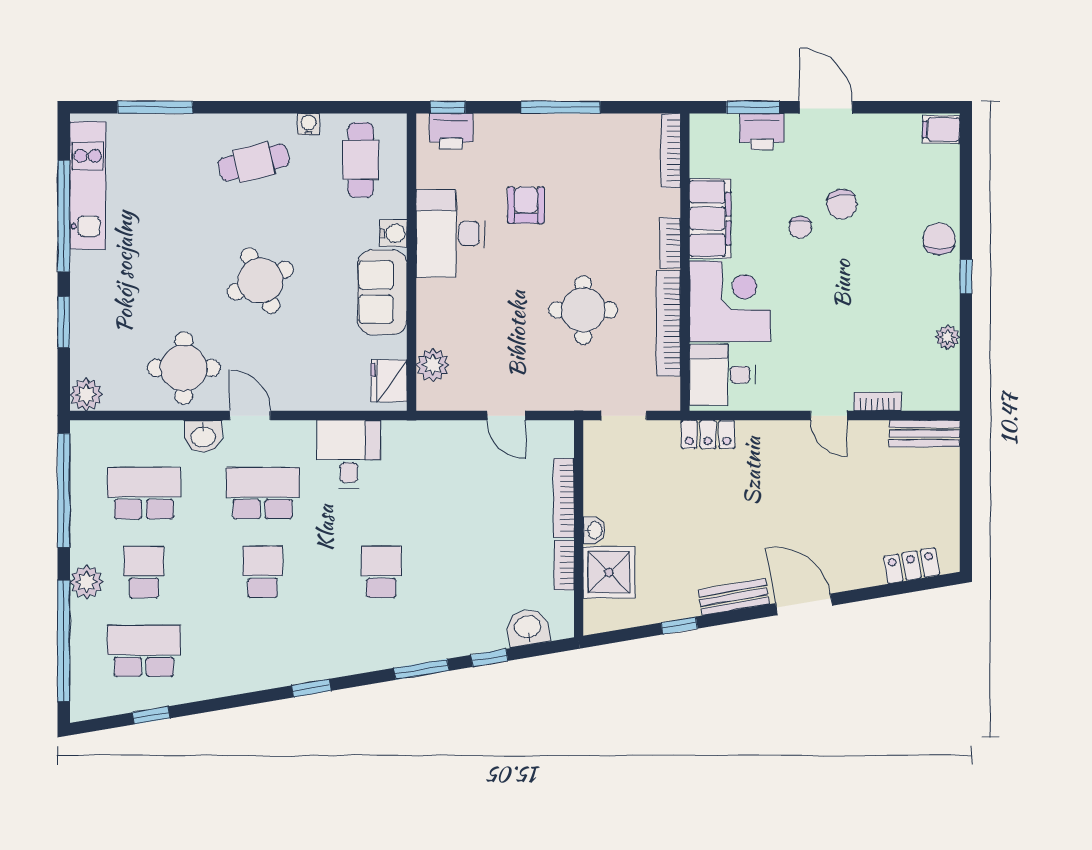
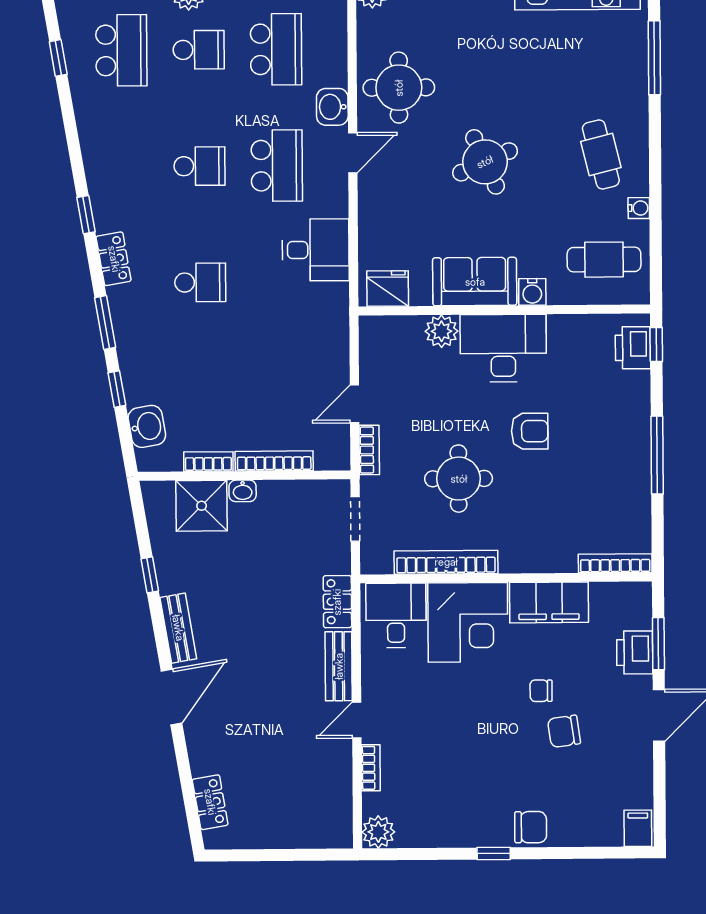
armchair: (526, 205) -> (530, 431), moved
desk: (450, 233) -> (503, 348), moved
bookcase: (670, 243) -> (369, 450), moved, turned 90
plant: (948, 337) -> (378, 832), moved, width x1.38, depth x1.38
plant: (433, 365) -> (442, 331), moved
bench: (924, 434) -> (339, 666), moved
locker: (356, 660) -> (114, 259), added

